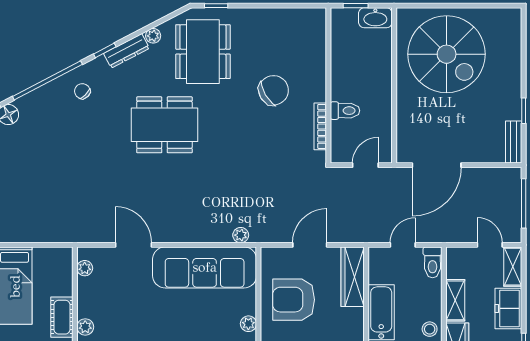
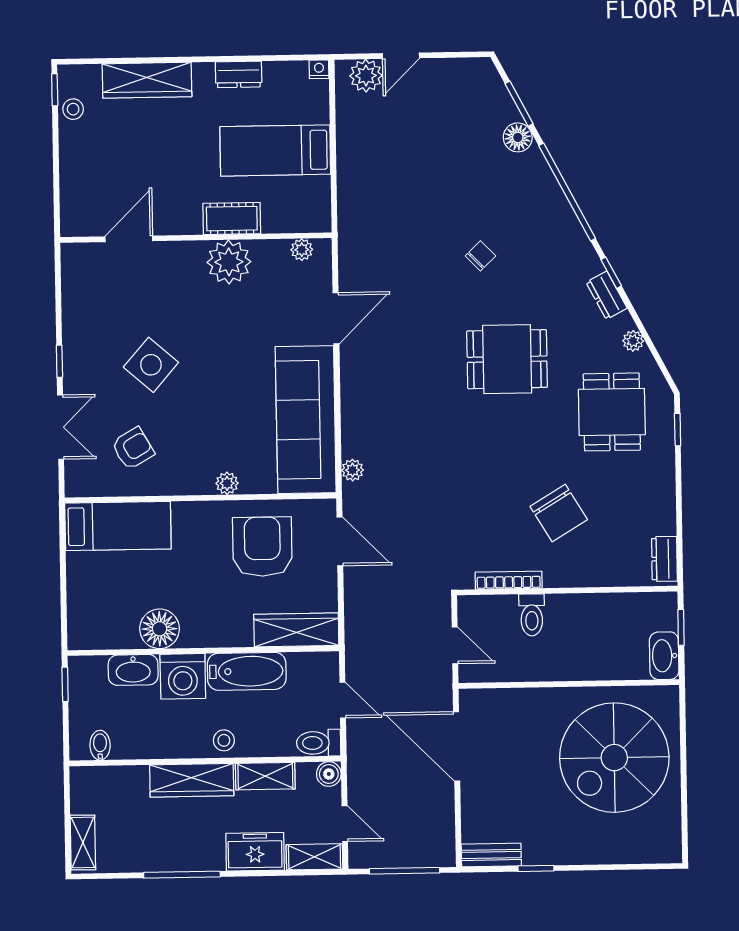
dresser: (307, 16) -> (664, 559), added
dresser: (126, 51) -> (607, 295), width x0.70
dining table: (203, 52) -> (612, 412), width x0.73
chair: (82, 91) -> (480, 256), moved
dining table: (164, 125) -> (507, 359), width x0.73
door: (310, 245) -> (340, 541), moved
door: (490, 245) -> (345, 824), hinge flipped
boiler: (455, 256) -> (329, 774), added
plant: (85, 327) -> (229, 262), width x1.88, depth x1.88

